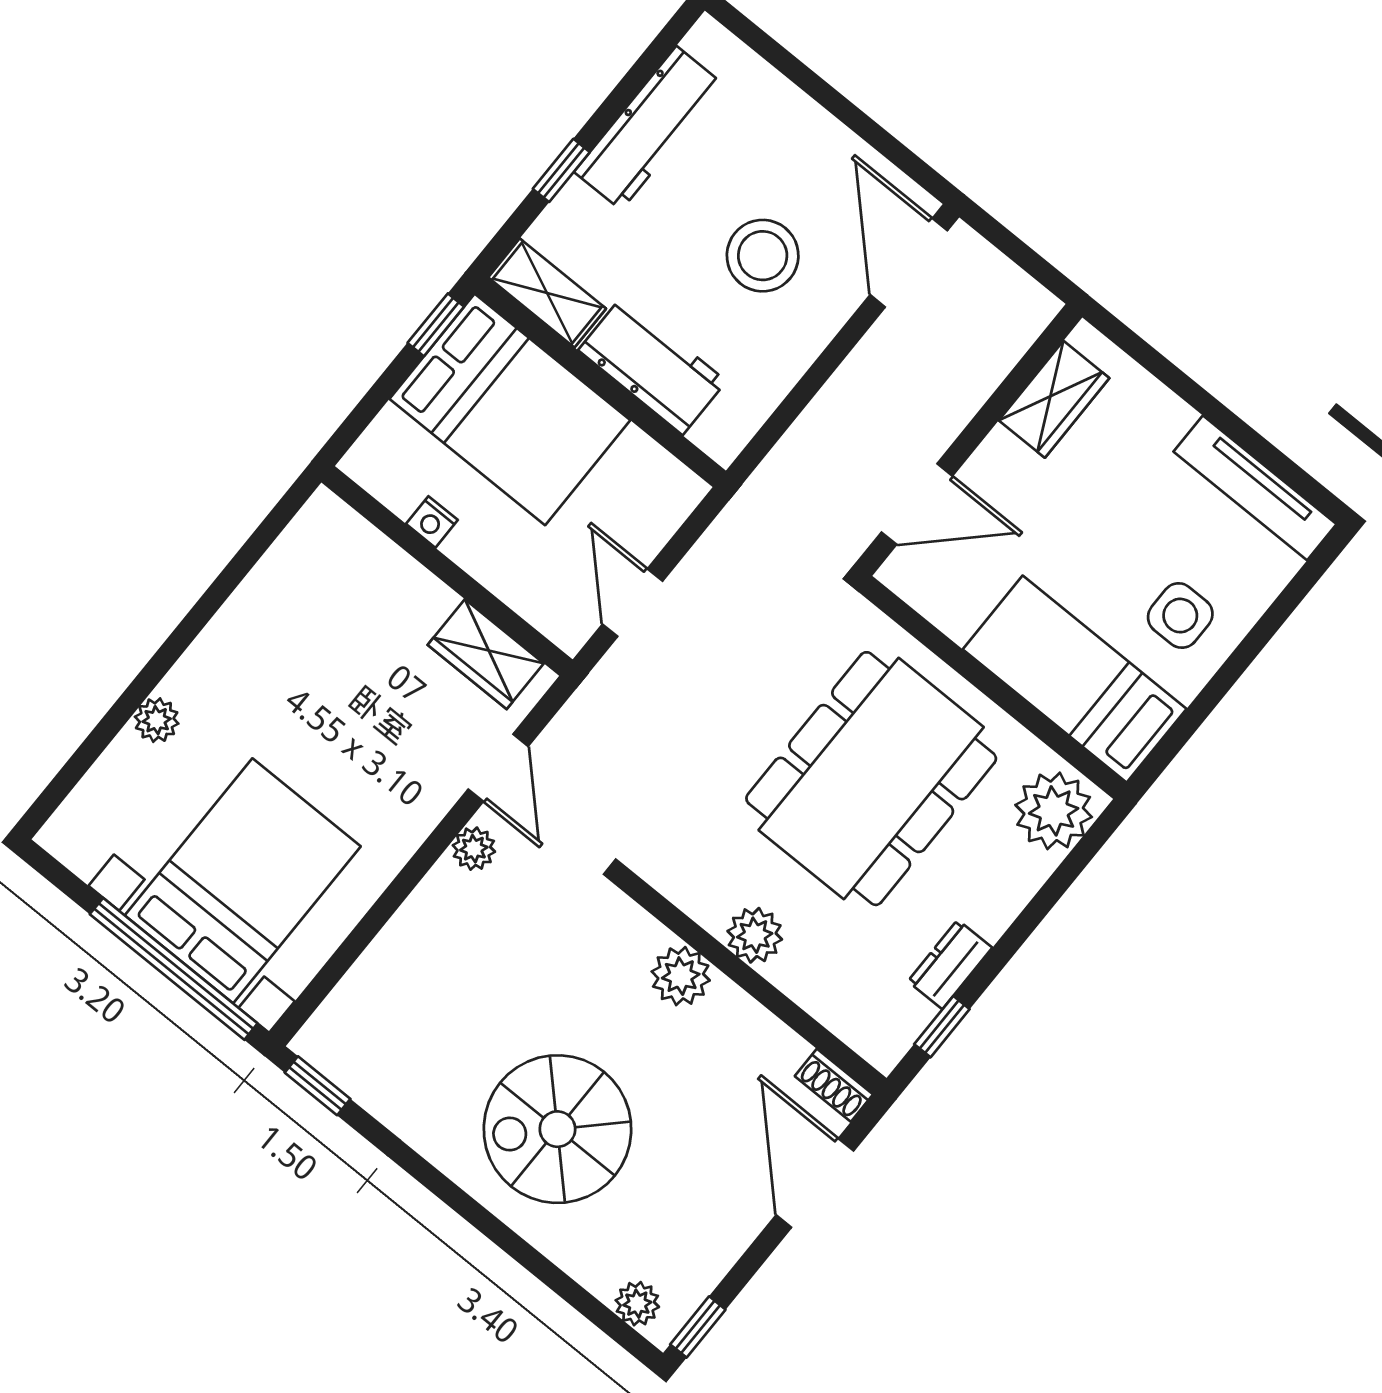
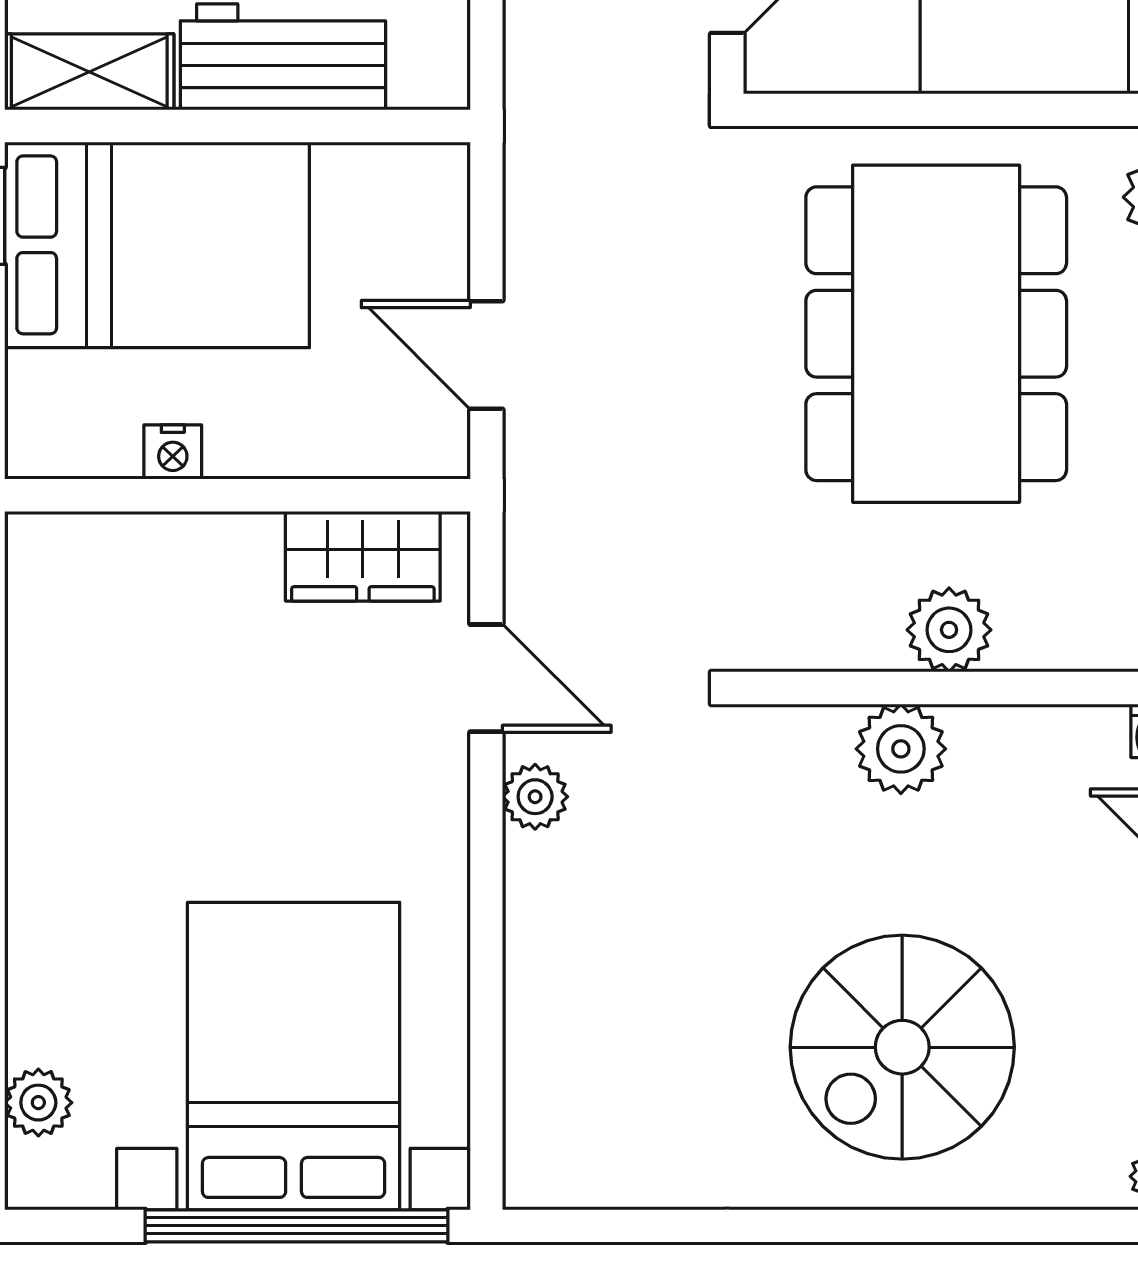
plant: (157, 720) -> (38, 1103), moved
window: (318, 1086) -> (578, 1226), removed

